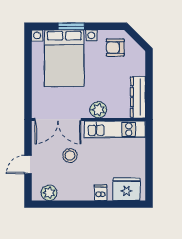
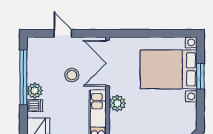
armchair: (115, 48) -> (179, 120), removed
plant: (49, 193) -> (35, 91), moved
window: (72, 204) -> (23, 77), added

